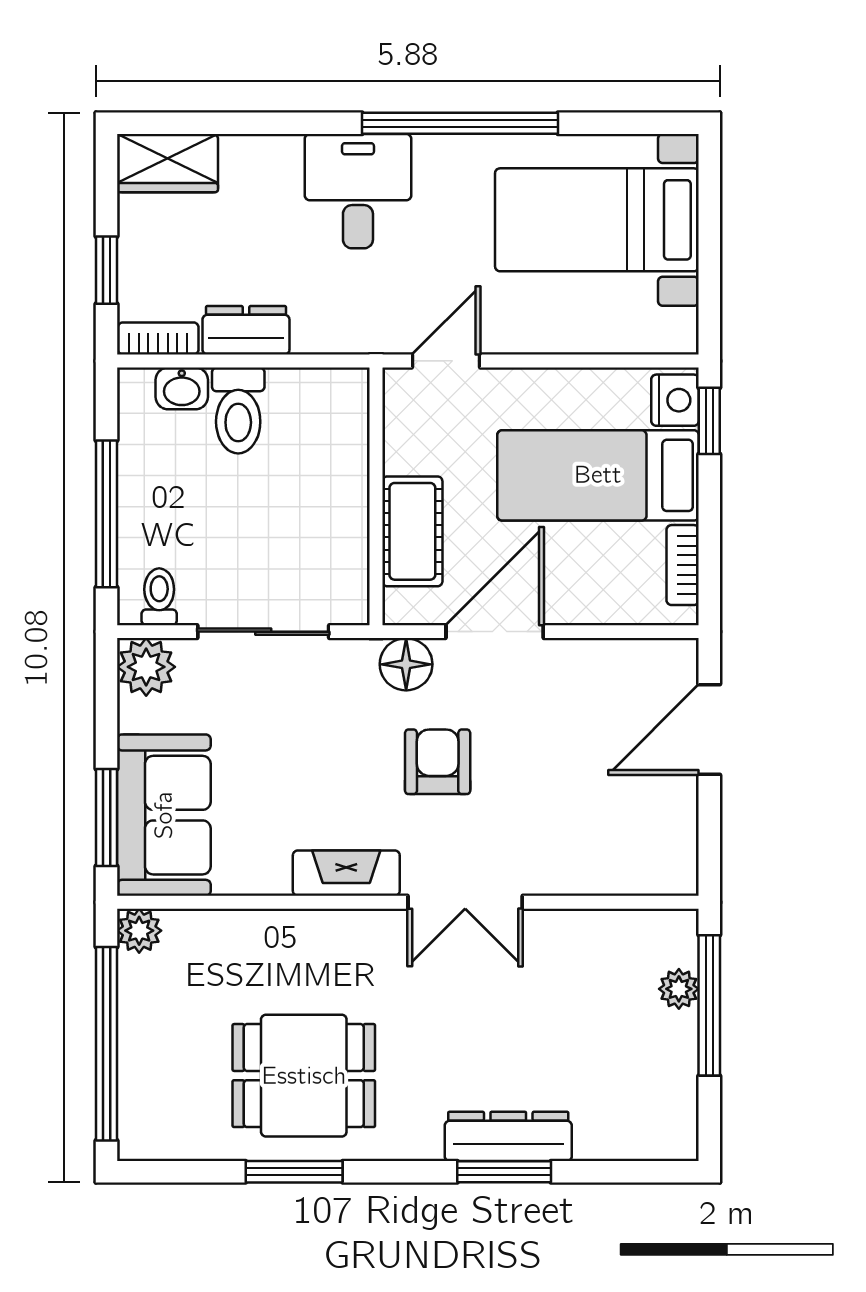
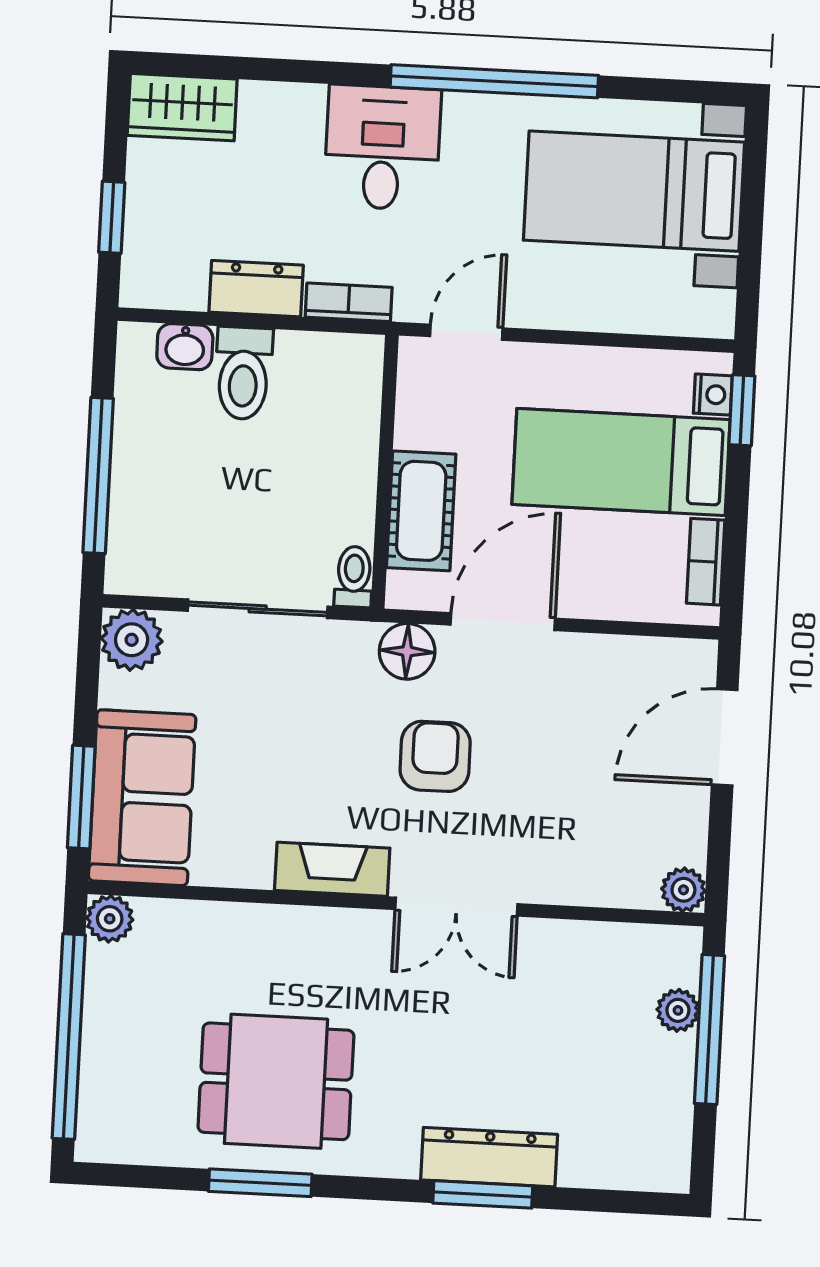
bookcase: (158, 338) -> (349, 302), moved
nightstand: (675, 400) -> (713, 395), width x0.72, depth x0.74
toilet: (159, 597) -> (354, 577), moved
plant: (678, 875) -> (683, 890), added

